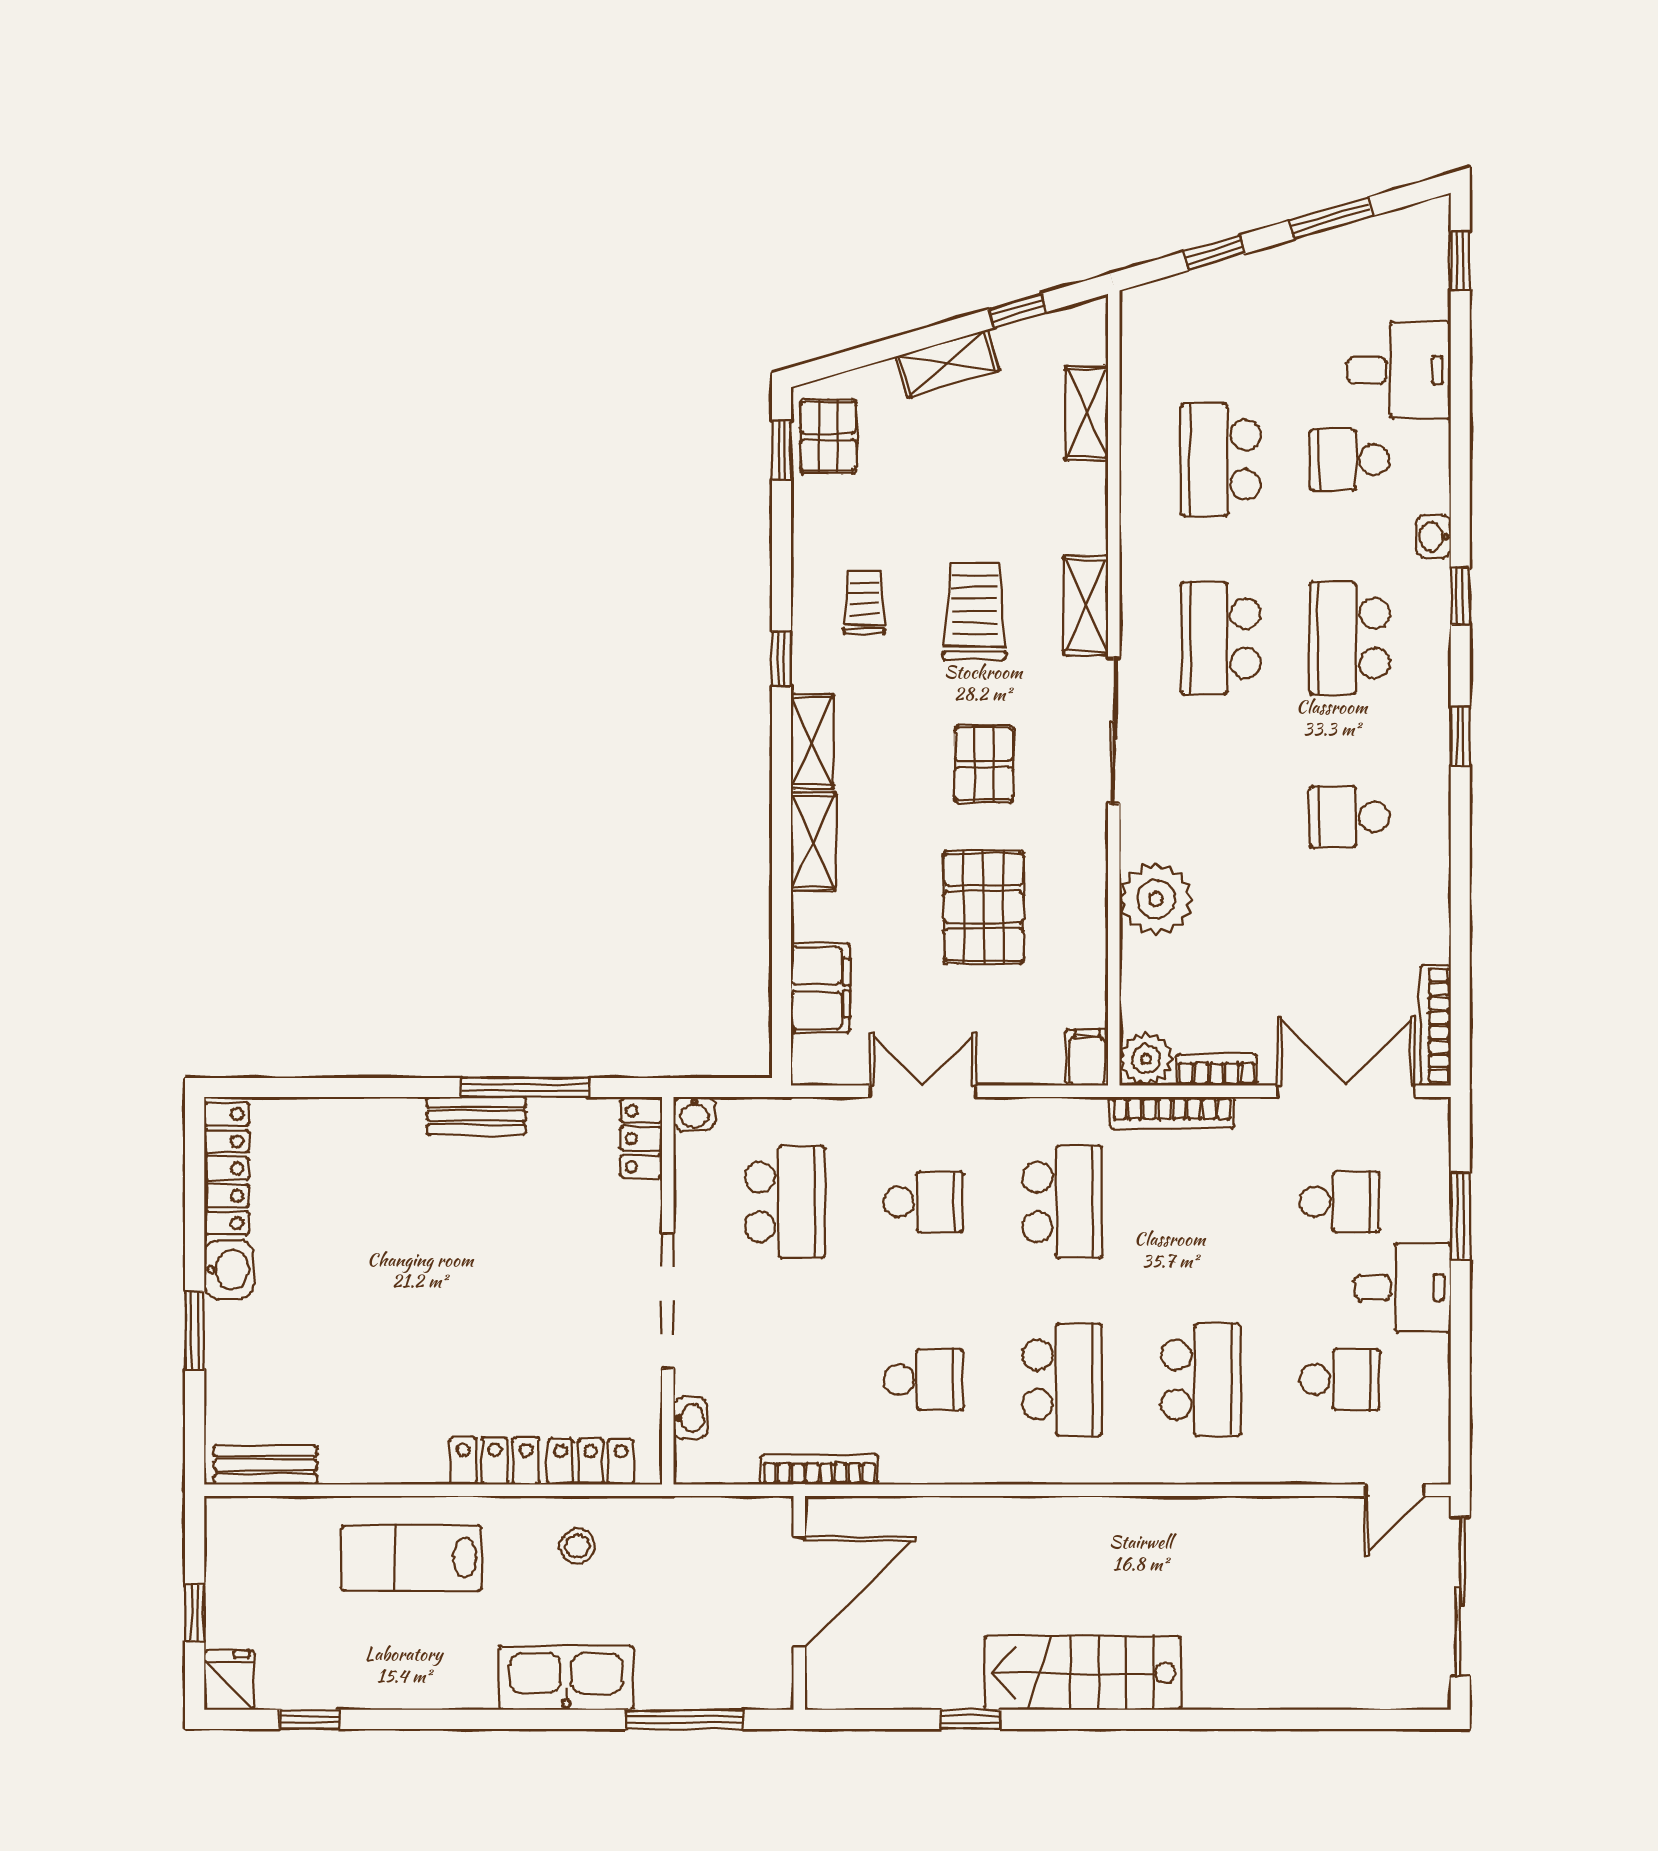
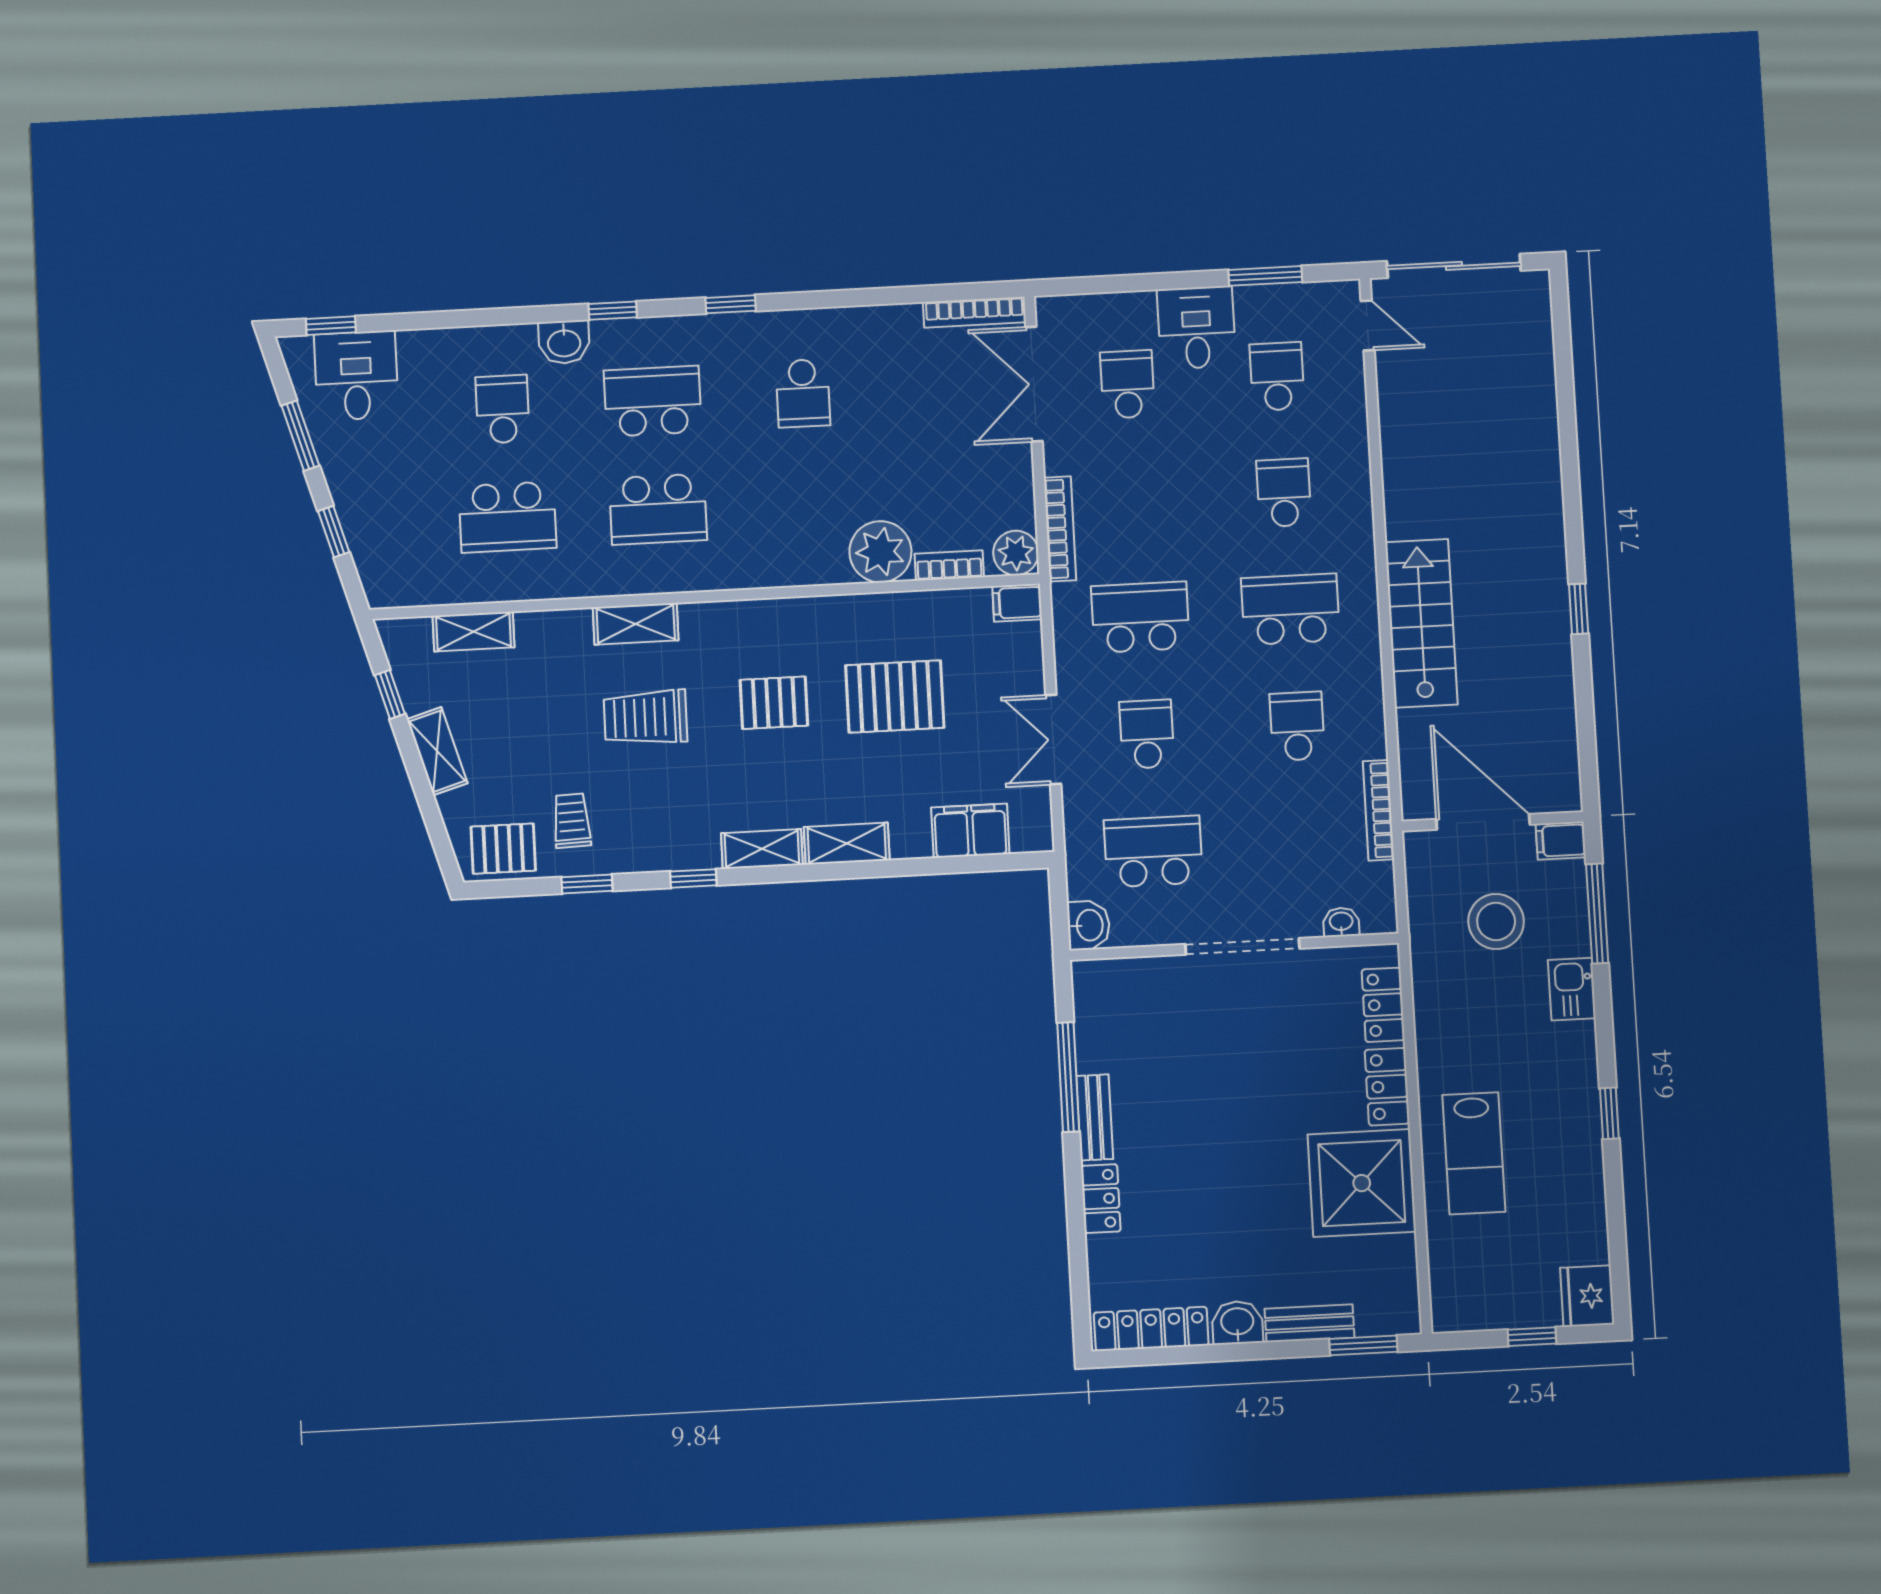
desk: (1399, 370) -> (356, 376), moved
window: (781, 450) -> (587, 884), moved
school desk: (1350, 460) -> (503, 409), turned 180
washbasin: (1433, 537) -> (564, 342), width x1.38, depth x1.45
trolley: (864, 603) -> (572, 821), moved, turned 88
school desk: (1350, 638) -> (653, 401), turned 180
sliding door: (1114, 730) -> (740, 595), removed
bookcase: (1217, 1070) -> (949, 565), moved, turned 90
washbasin: (694, 1114) -> (1089, 925), width x1.38, depth x1.45
locker: (641, 1139) -> (1101, 1199), moved, turned -90
window: (1460, 1216) -> (1265, 276), moved
window: (195, 1330) -> (1363, 1345), moved
school desk: (1201, 1380) -> (1284, 493), width x0.54
shower: (384, 1424) -> (1362, 1183), added
bench: (266, 1465) -> (1309, 1323), moved, turned 90
stool: (577, 1546) -> (1496, 921), moved, width x1.89, depth x1.89
stairs: (1083, 1673) -> (1421, 623), moved, turned 180
kitchen sink: (566, 1678) -> (1572, 989), width x0.53, depth x0.81
fridge: (229, 1680) -> (1587, 1296), width x1.38
filing cabinet: (772, 1682) -> (1561, 841), added
window: (310, 1719) -> (1609, 1113), moved
window: (971, 1719) -> (1579, 609), moved

